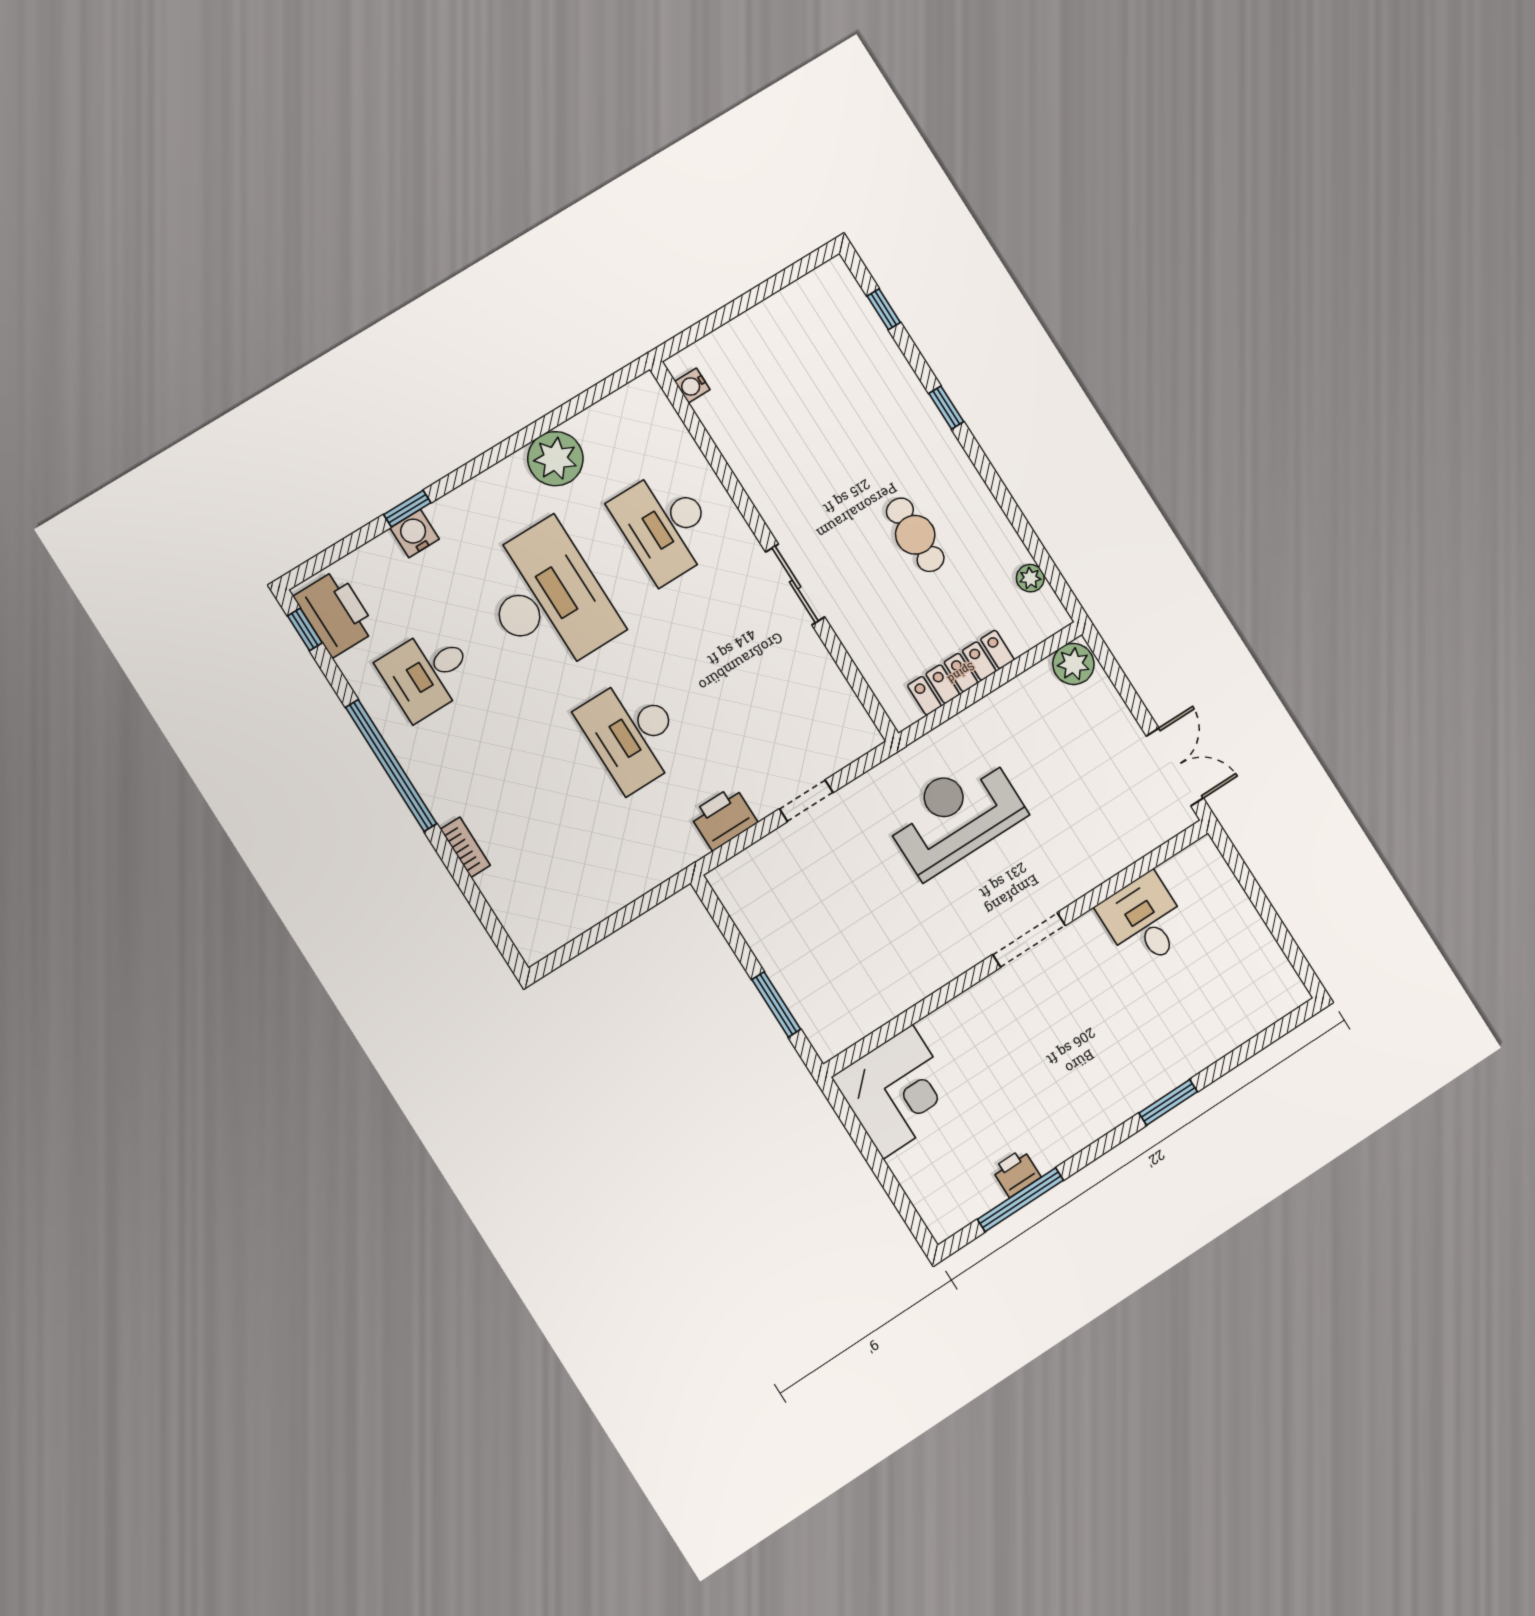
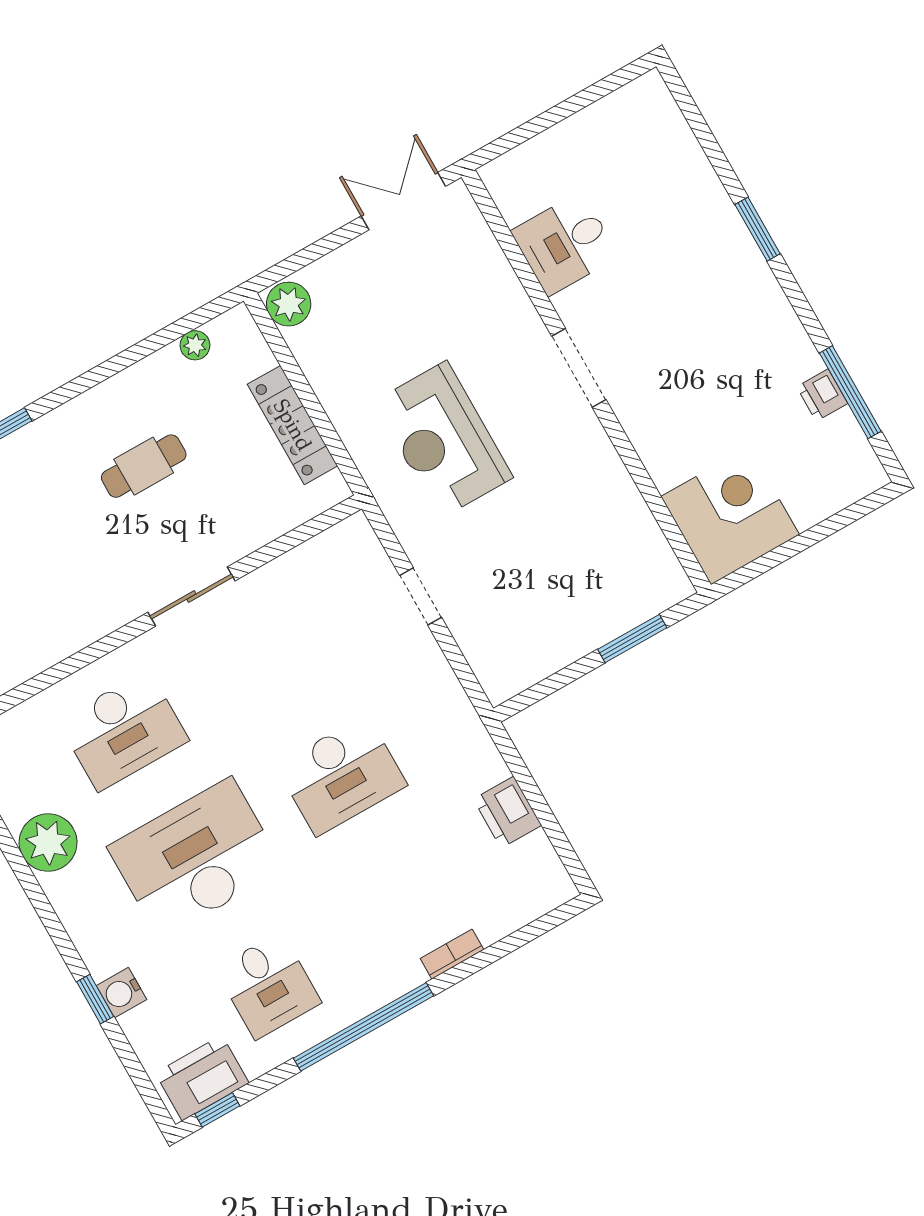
printer: (724, 818) -> (507, 812), moved

